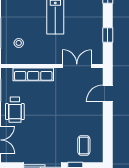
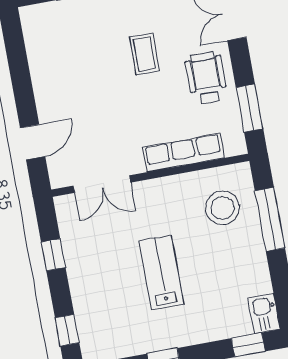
stool: (19, 43) -> (223, 208), width x1.89, depth x1.89
coffee table: (84, 145) -> (144, 54), moved

